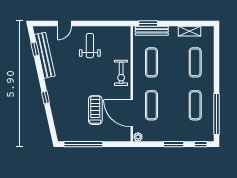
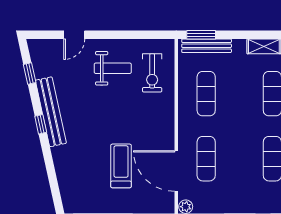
weight bench: (90, 46) -> (113, 68), turned 90
bench: (45, 55) -> (51, 112), moved
exercise bike: (121, 73) -> (152, 73), moved
window: (46, 97) -> (41, 124), moved

